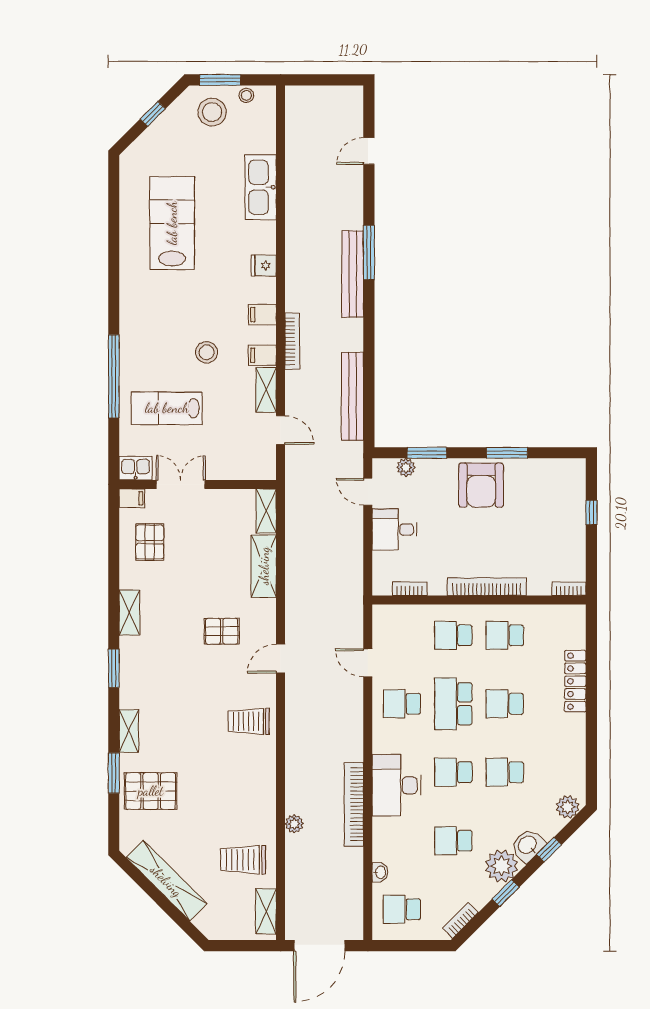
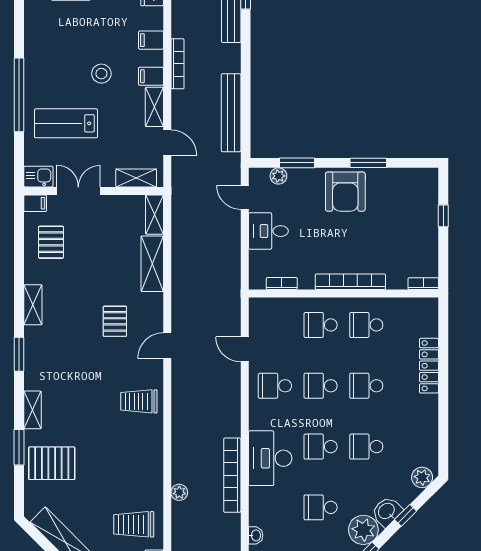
shelving: (246, 470) -> (136, 178), added
pallet: (222, 631) -> (115, 321), turned 90
school desk: (453, 704) -> (321, 386), width x0.54

